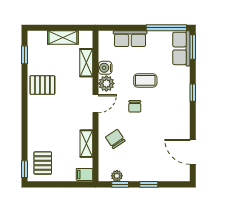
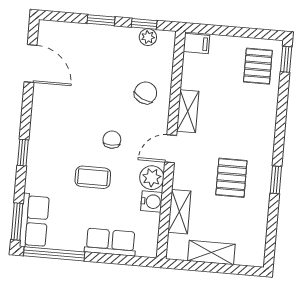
window: (25, 55) -> (276, 180), moved
pallet: (42, 85) -> (231, 178), moved, turned 90
chair: (115, 139) -> (146, 93), turned -121
shelving: (86, 144) -> (188, 111), moved

